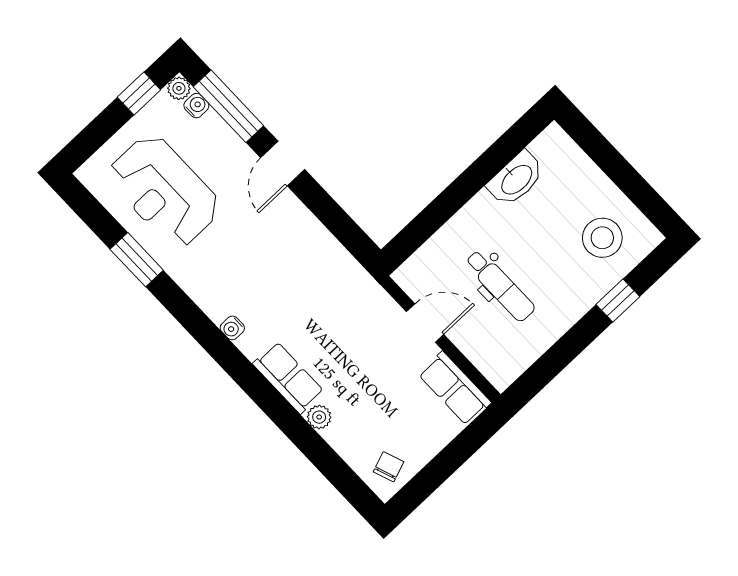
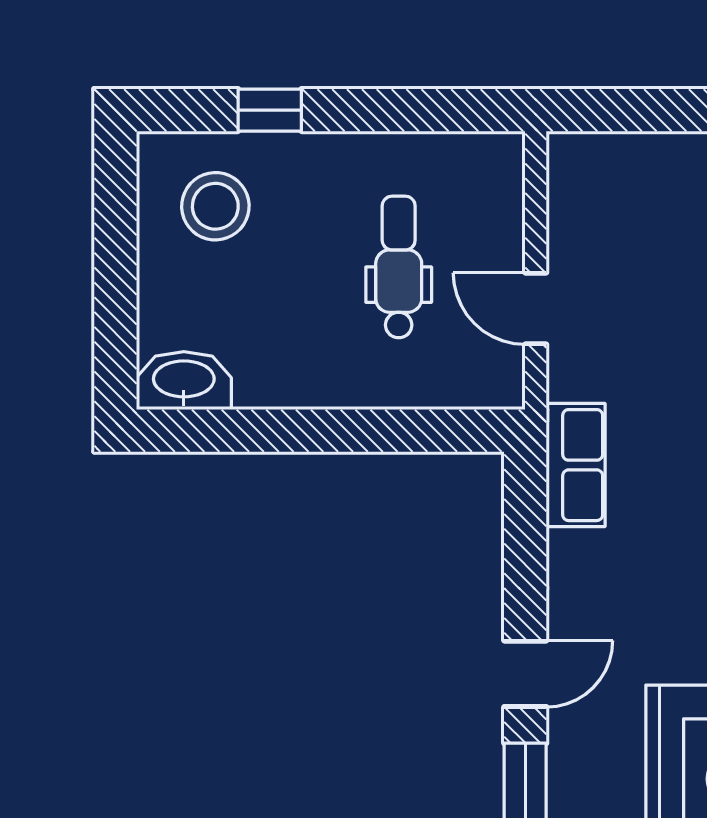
washbasin: (516, 179) -> (184, 381), moved
row of seats: (455, 388) -> (576, 465), moved

